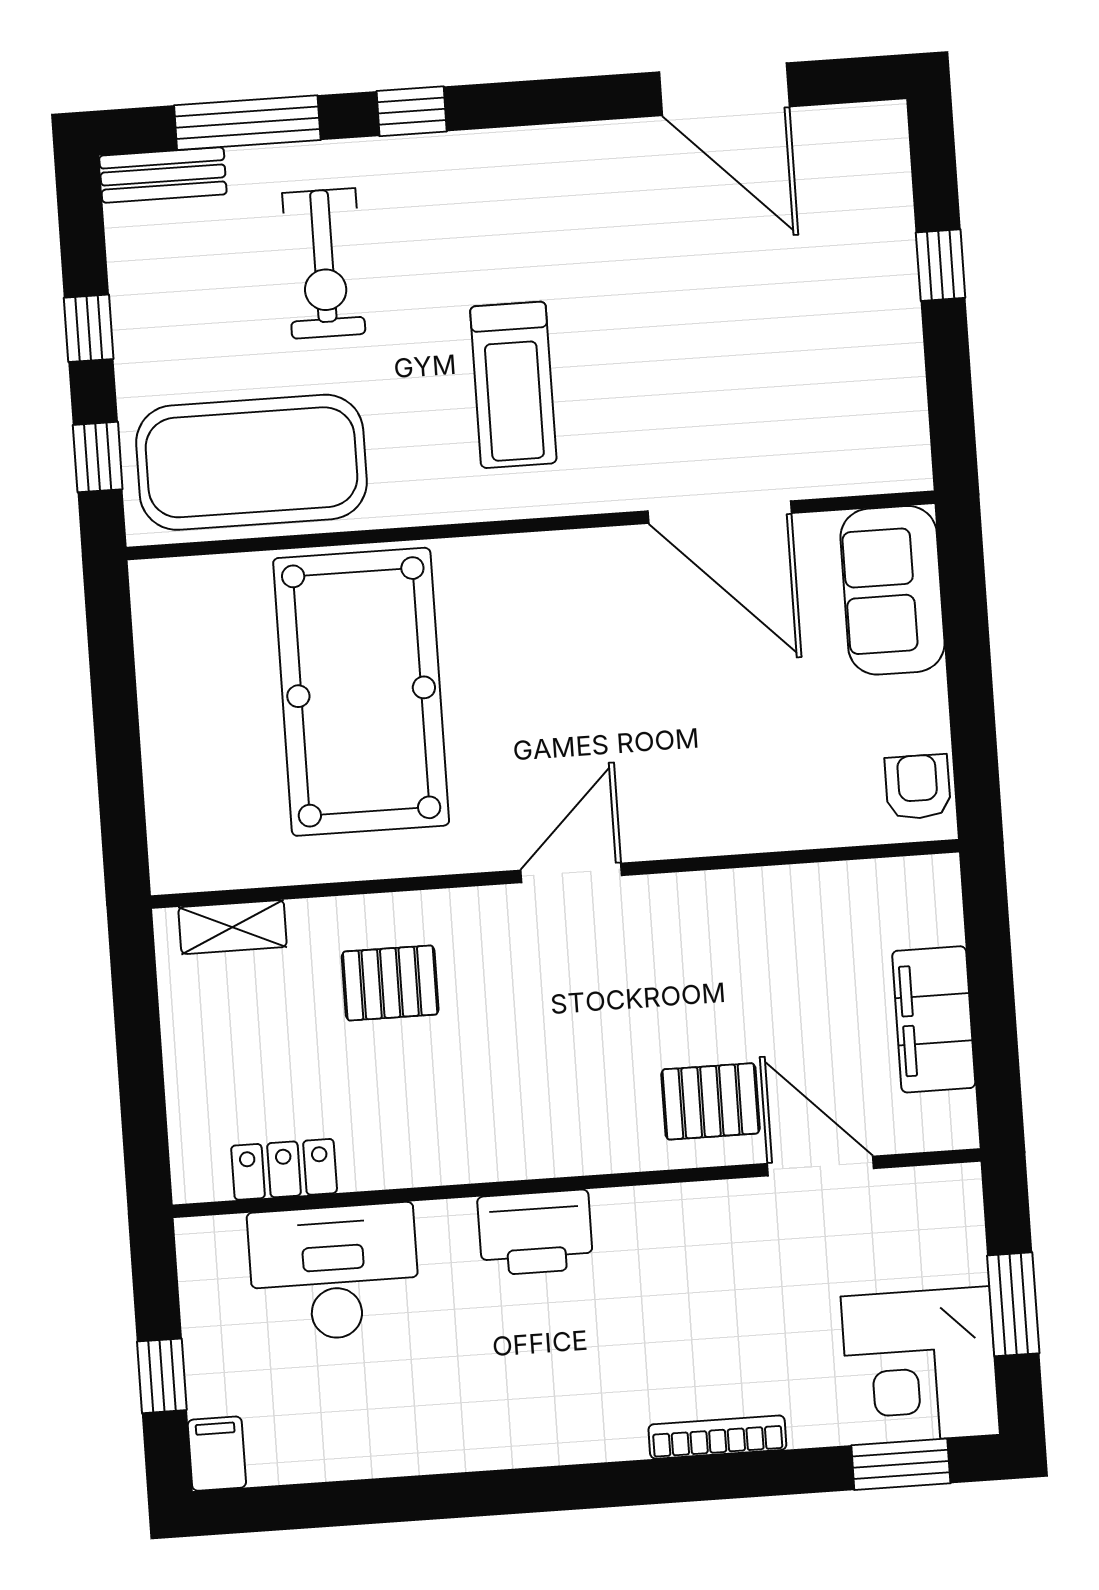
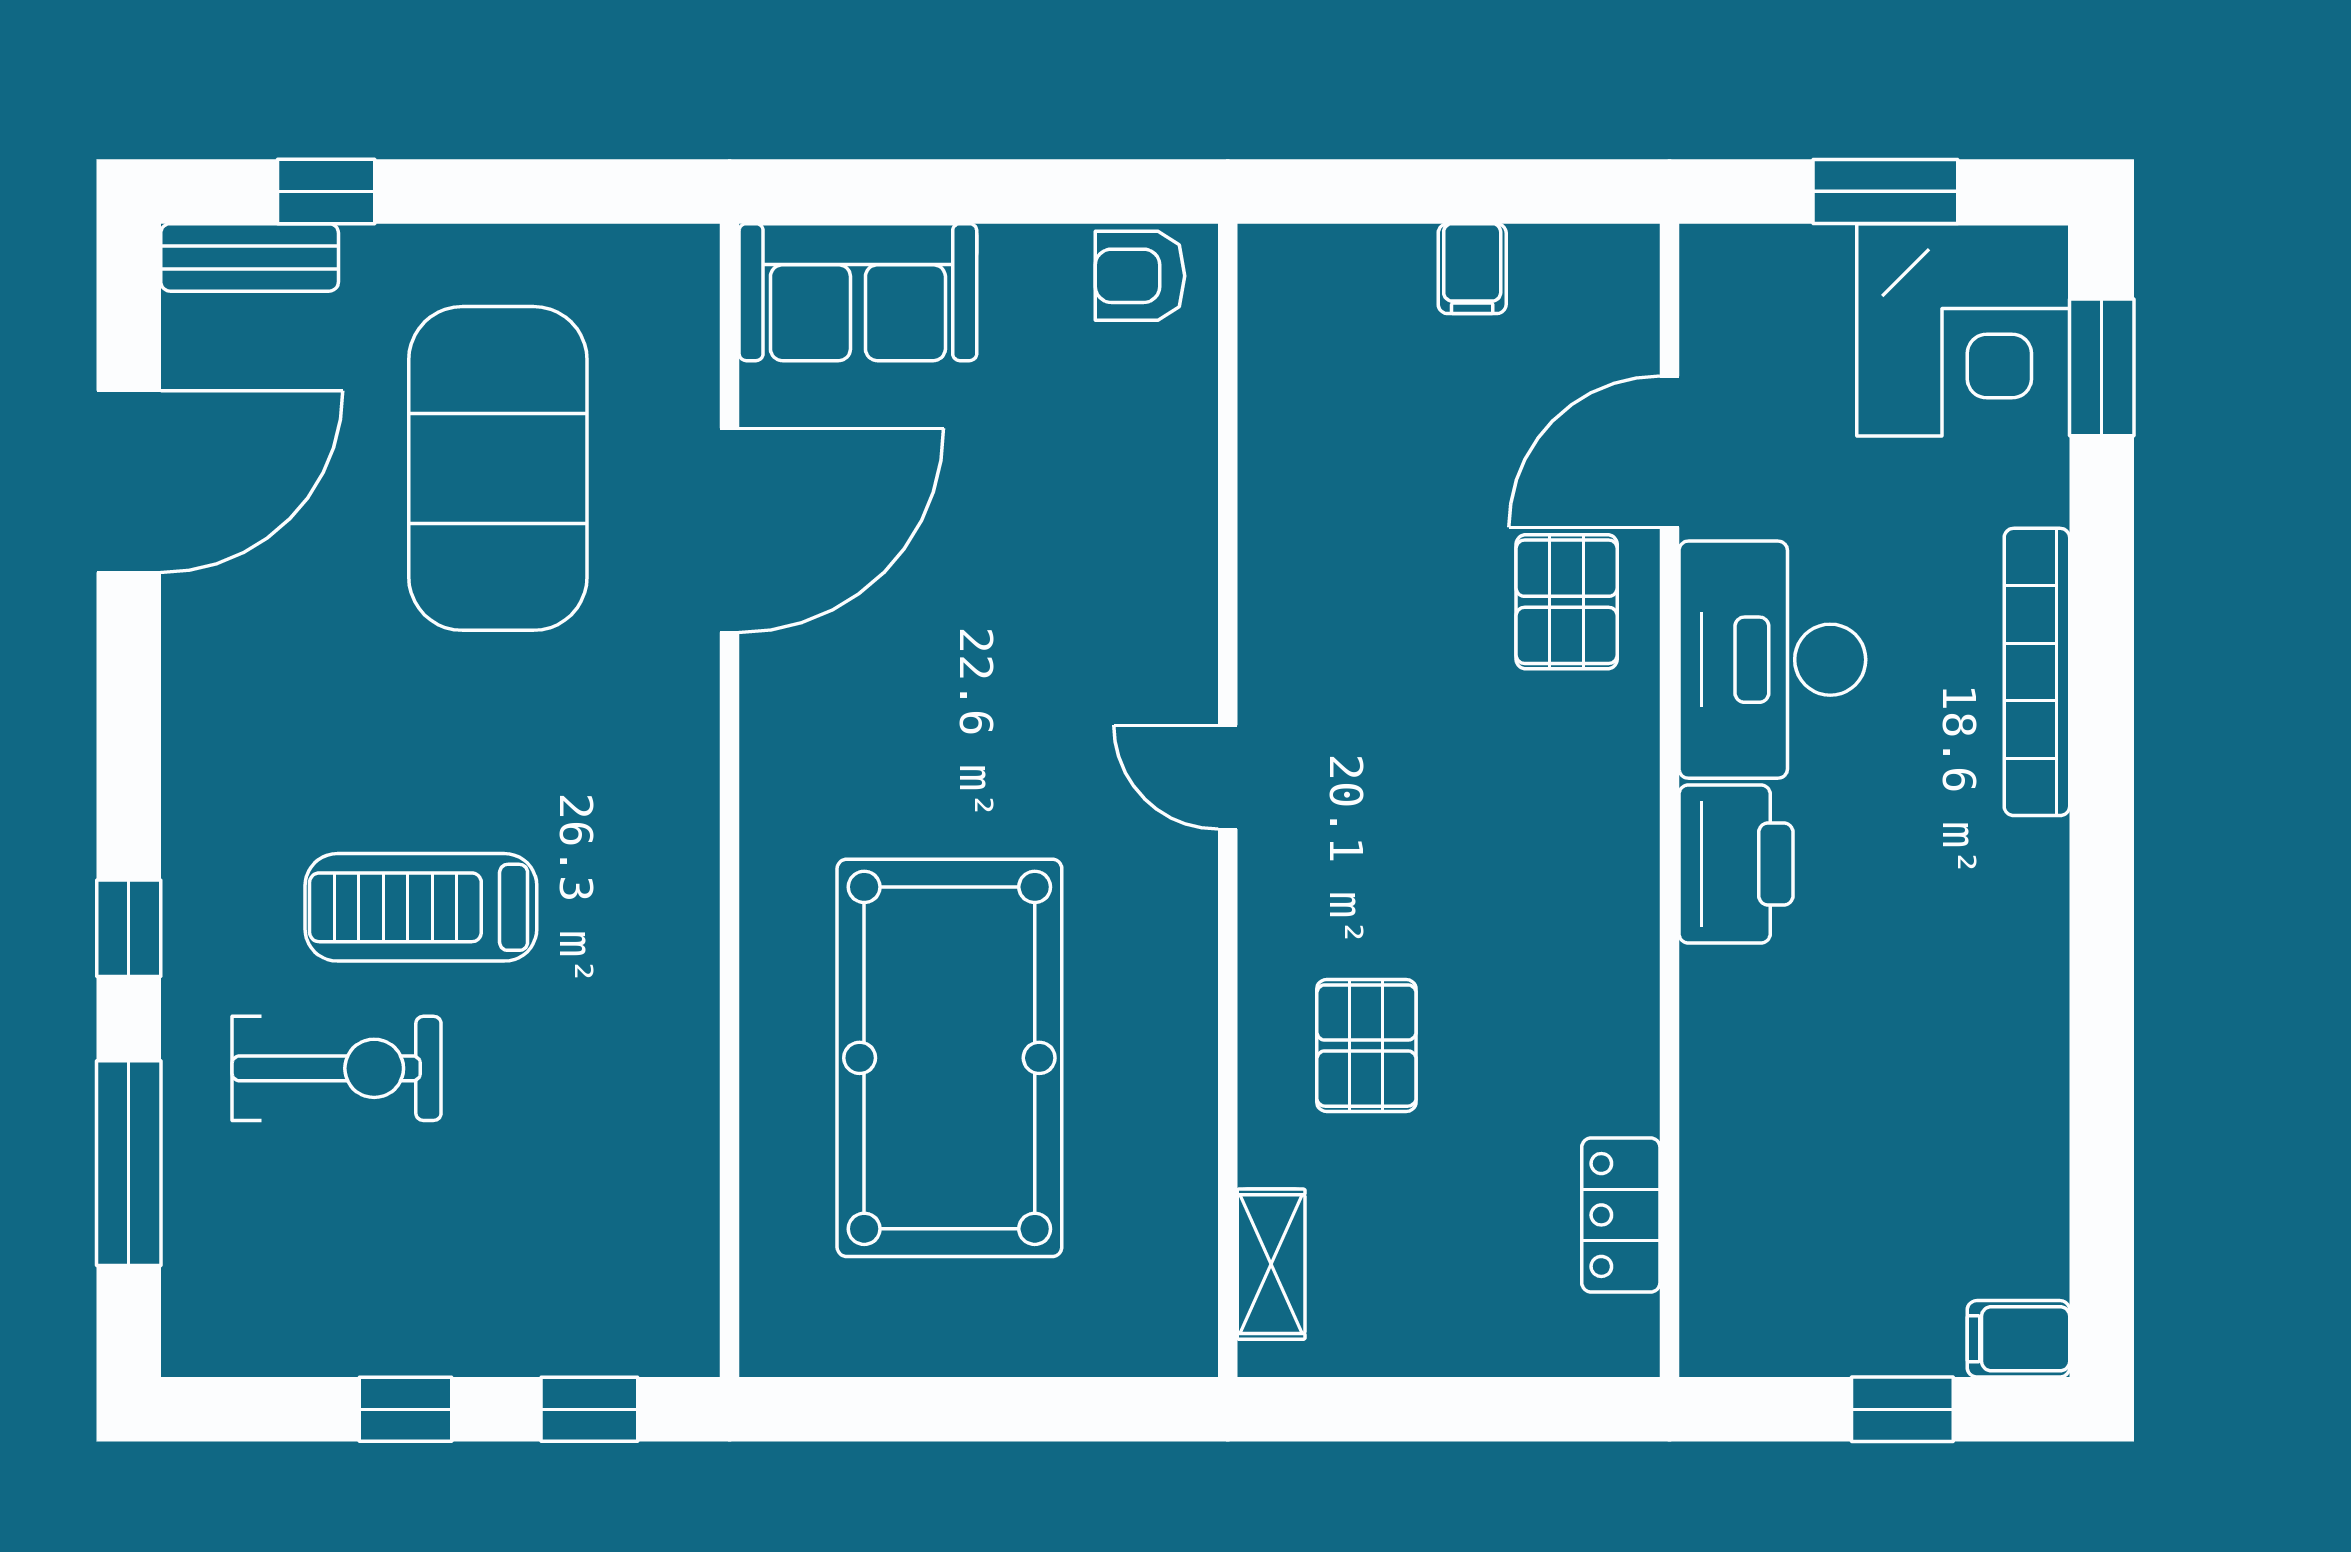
bench: (163, 175) -> (250, 257), moved, turned 90
window: (941, 265) -> (326, 191), moved
treadmill: (513, 385) -> (421, 907), moved, turned 180
exercise mat: (251, 462) -> (498, 468), moved
pool table: (361, 692) -> (949, 1058), turned 90
door: (571, 873) -> (1228, 777), width x0.73
filing cabinet: (934, 1019) -> (1472, 269), width x0.33, depth x0.86
desk: (334, 1272) -> (1772, 660), moved
bookcase: (717, 1437) -> (2037, 672), width x1.48, depth x1.31

